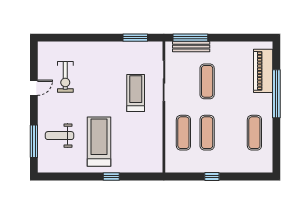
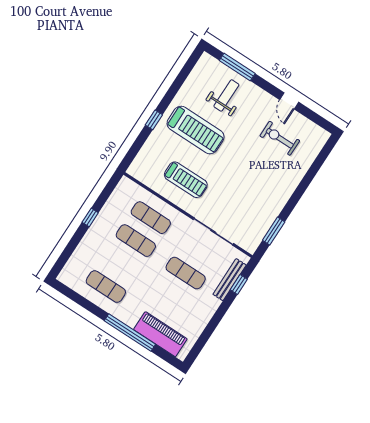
window: (190, 38) -> (239, 285), width x0.46
treadmill: (136, 93) -> (186, 180), moved

